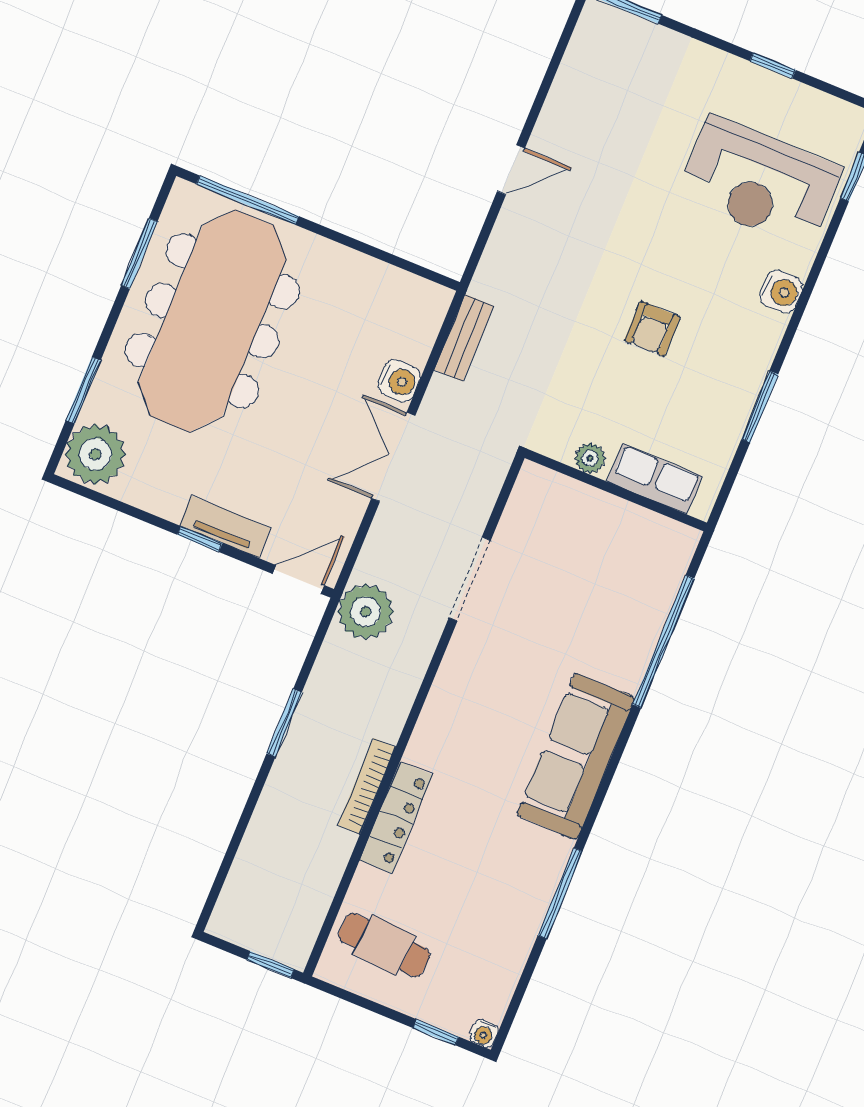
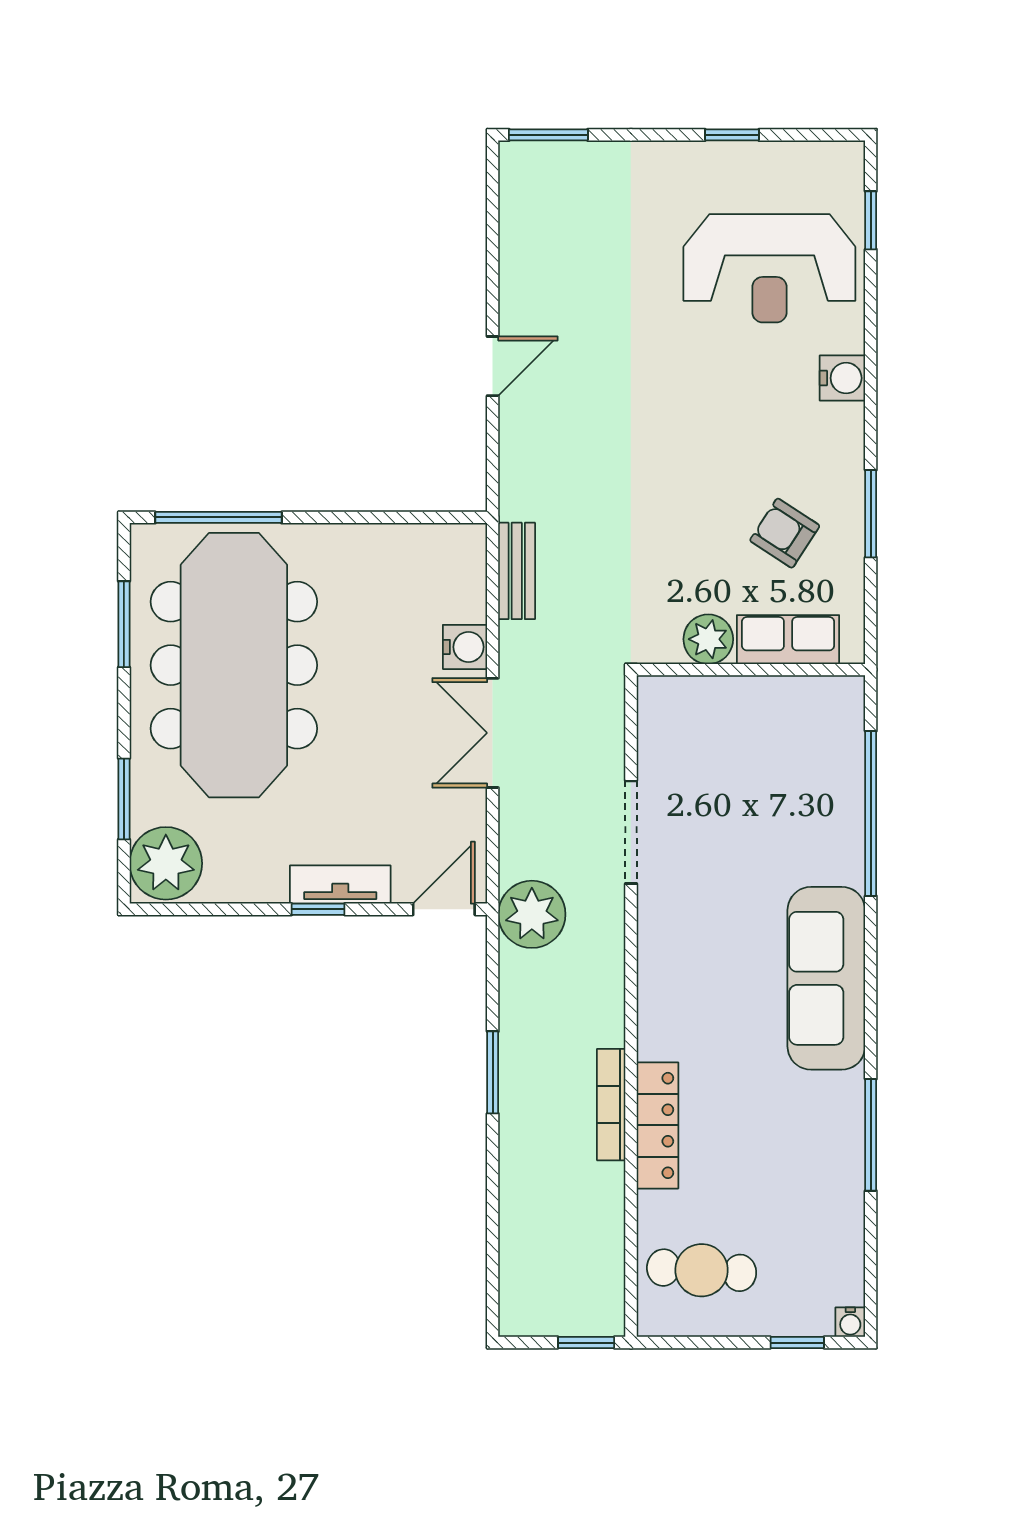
armchair: (652, 329) -> (785, 533), moved, turned 123
plant: (590, 458) -> (708, 639), width x1.38, depth x1.38

